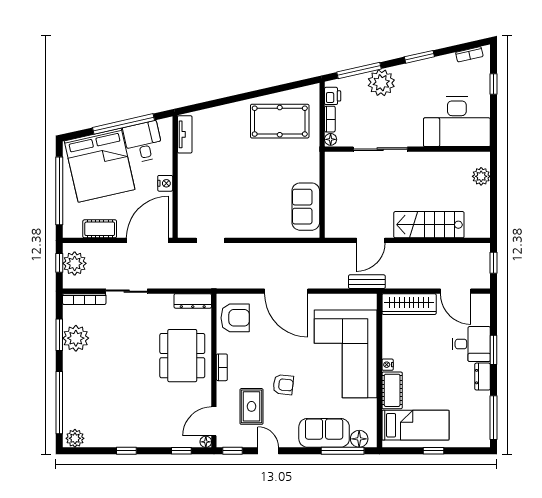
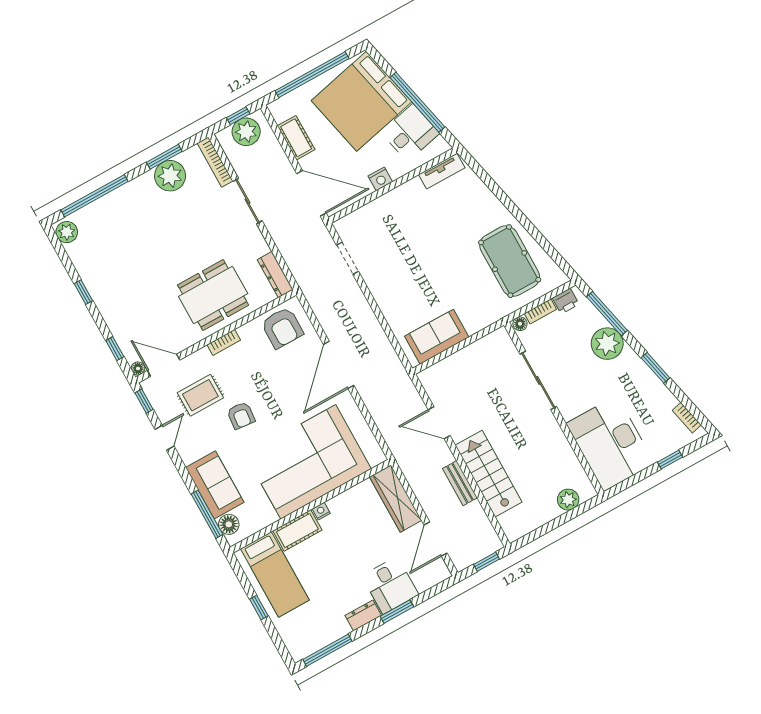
bench: (367, 282) -> (460, 483), moved

